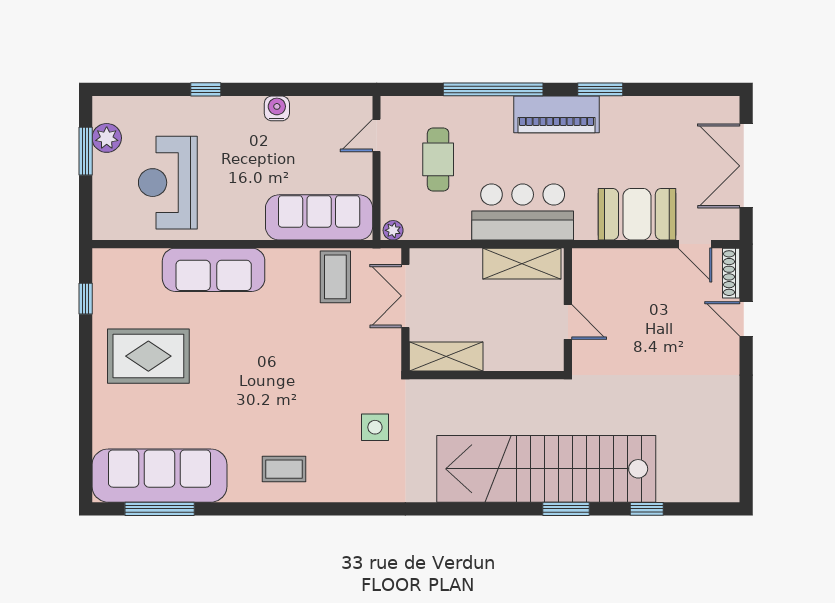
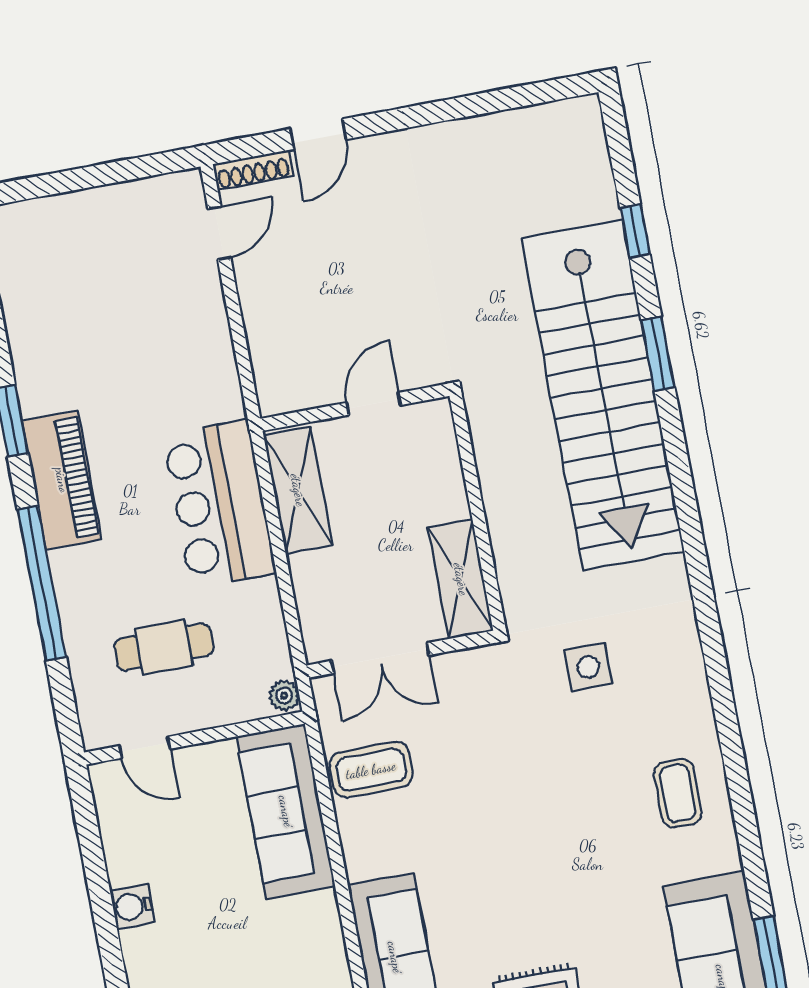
double door: (746, 166) -> (86, 178), removed
booth: (637, 214) -> (190, 330), removed

